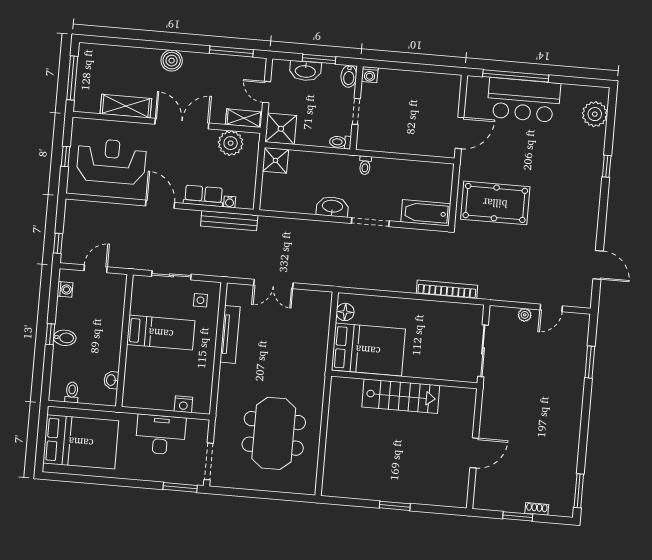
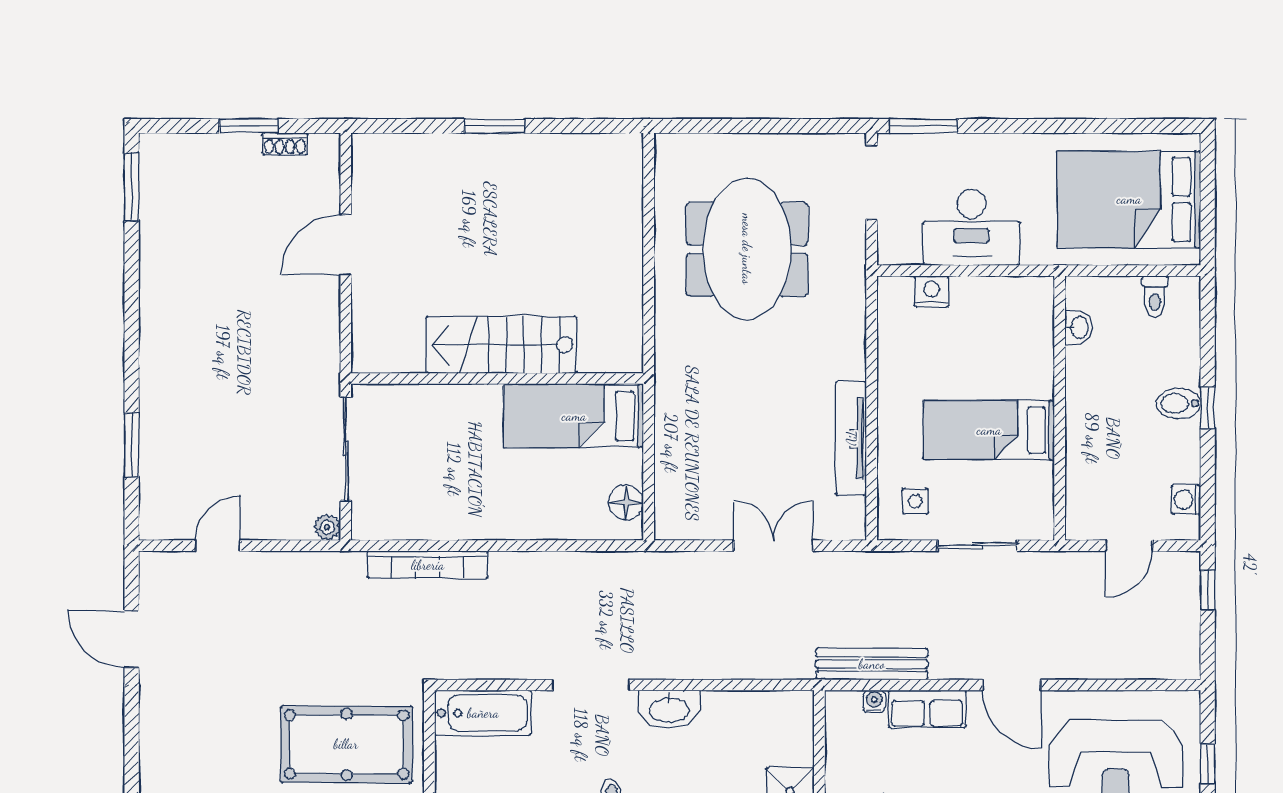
plant: (525, 315) -> (327, 527), moved
bed: (368, 350) -> (574, 416), width x0.67
shoe rack: (537, 509) -> (285, 144), moved

